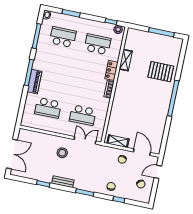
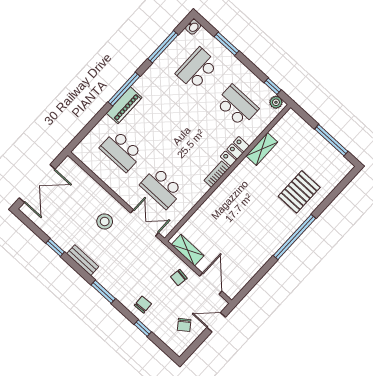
school desk: (63, 37) -> (197, 69), turned -90
pallet: (161, 72) -> (299, 192), turned 90

